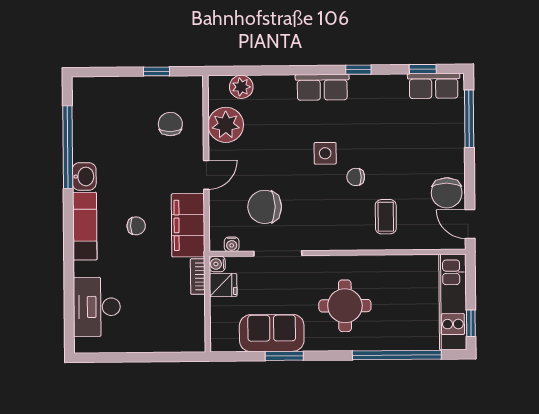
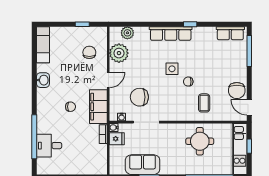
window: (423, 69) -> (225, 24), removed
row of seats: (322, 87) -> (171, 33), width x1.48
window: (68, 147) -> (34, 137), moved
exam couch: (85, 226) -> (43, 45), moved
round table: (345, 306) -> (200, 141), moved
desk: (97, 307) -> (49, 146), width x0.73
window: (471, 323) -> (249, 146), moved

